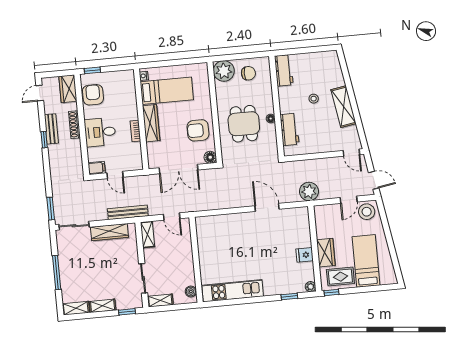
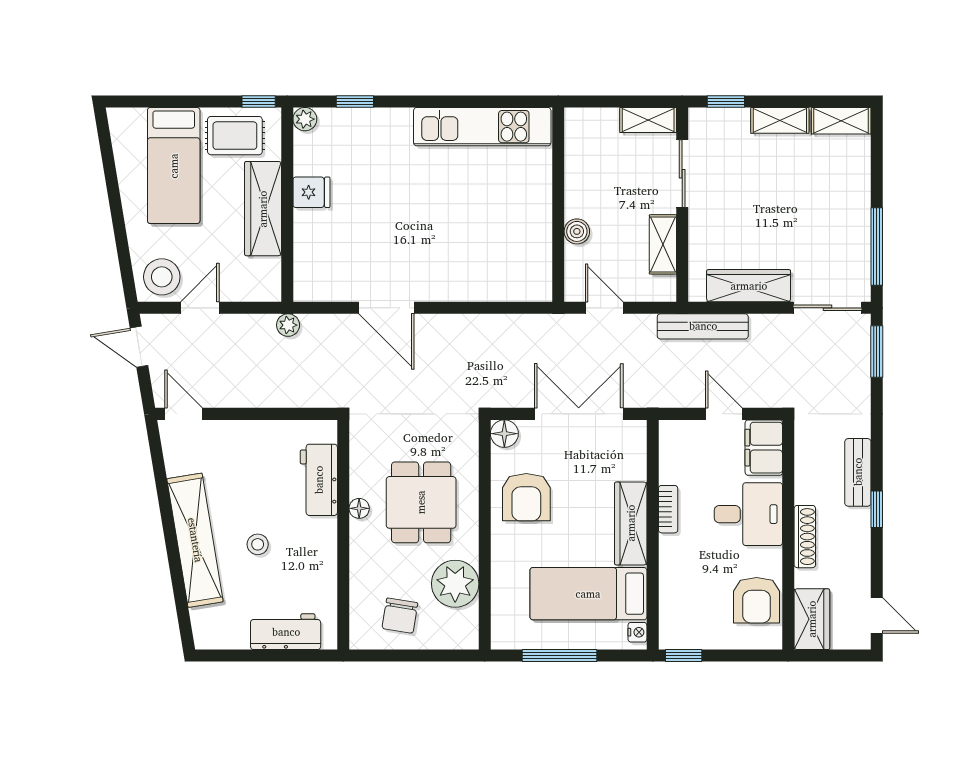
window: (177, 62) -> (560, 656), added
window: (92, 70) -> (684, 656), moved
workbench: (284, 70) -> (286, 632), moved, turned 90
plant: (224, 71) -> (455, 584), moved
chair: (248, 73) -> (400, 616), turned -81
door: (40, 93) -> (877, 615), hinge flipped
shelving: (344, 107) -> (195, 540), width x1.47
bench: (51, 129) -> (858, 472), moved
armchair: (198, 130) -> (526, 497), turned 90
filing cabinet: (97, 168) -> (764, 448), width x2.00
plant: (309, 191) -> (288, 325), width x0.53, depth x0.53
shelving: (148, 235) -> (663, 244), moved
wardrobe: (326, 253) -> (263, 209), width x1.50
window: (57, 272) -> (877, 247), moved
boiler: (191, 291) -> (577, 231), moved

